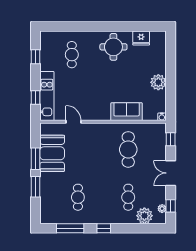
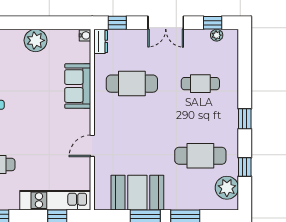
door: (73, 122) -> (92, 146), moved
dresser: (158, 128) -> (101, 41), added
cafe table: (78, 197) -> (200, 156), width x1.37, depth x1.35
plant: (144, 216) -> (227, 188), moved
window: (70, 228) -> (245, 167), width x0.46

